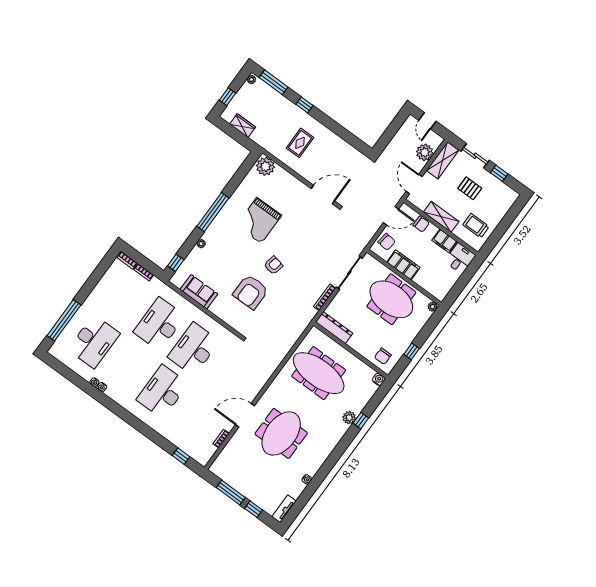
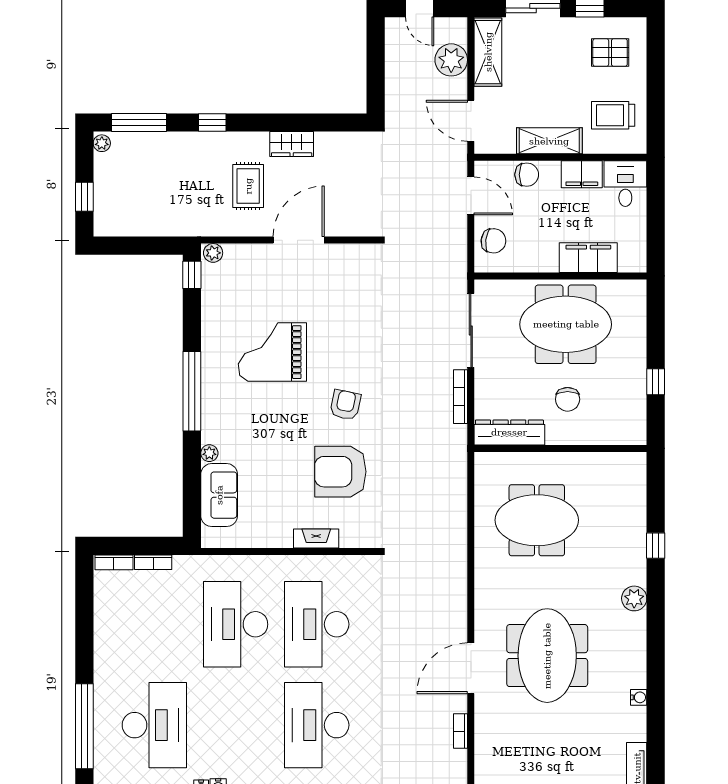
wardrobe: (243, 126) -> (292, 144), moved, turned 180
plant: (265, 166) -> (213, 253), width x0.53, depth x0.53
pallet: (470, 188) -> (610, 52), moved
door: (323, 195) -> (299, 240), moved
door: (391, 216) -> (471, 196), hinge flipped
grand piano: (259, 220) -> (272, 352), turned 90
window: (176, 263) -> (192, 275), moved
filing cabinet: (403, 265) -> (588, 258), moved
sofa: (199, 292) -> (219, 495), moved, turned 90
armchair: (251, 292) -> (340, 472), turned 90
plant: (433, 307) -> (638, 289), removed
fireplace: (220, 313) -> (316, 539), added
chair: (383, 356) -> (568, 399), moved
meeting table: (319, 373) -> (537, 520), width x0.73
water cooler: (379, 379) -> (636, 462), removed
plant: (349, 418) -> (634, 598), moved

